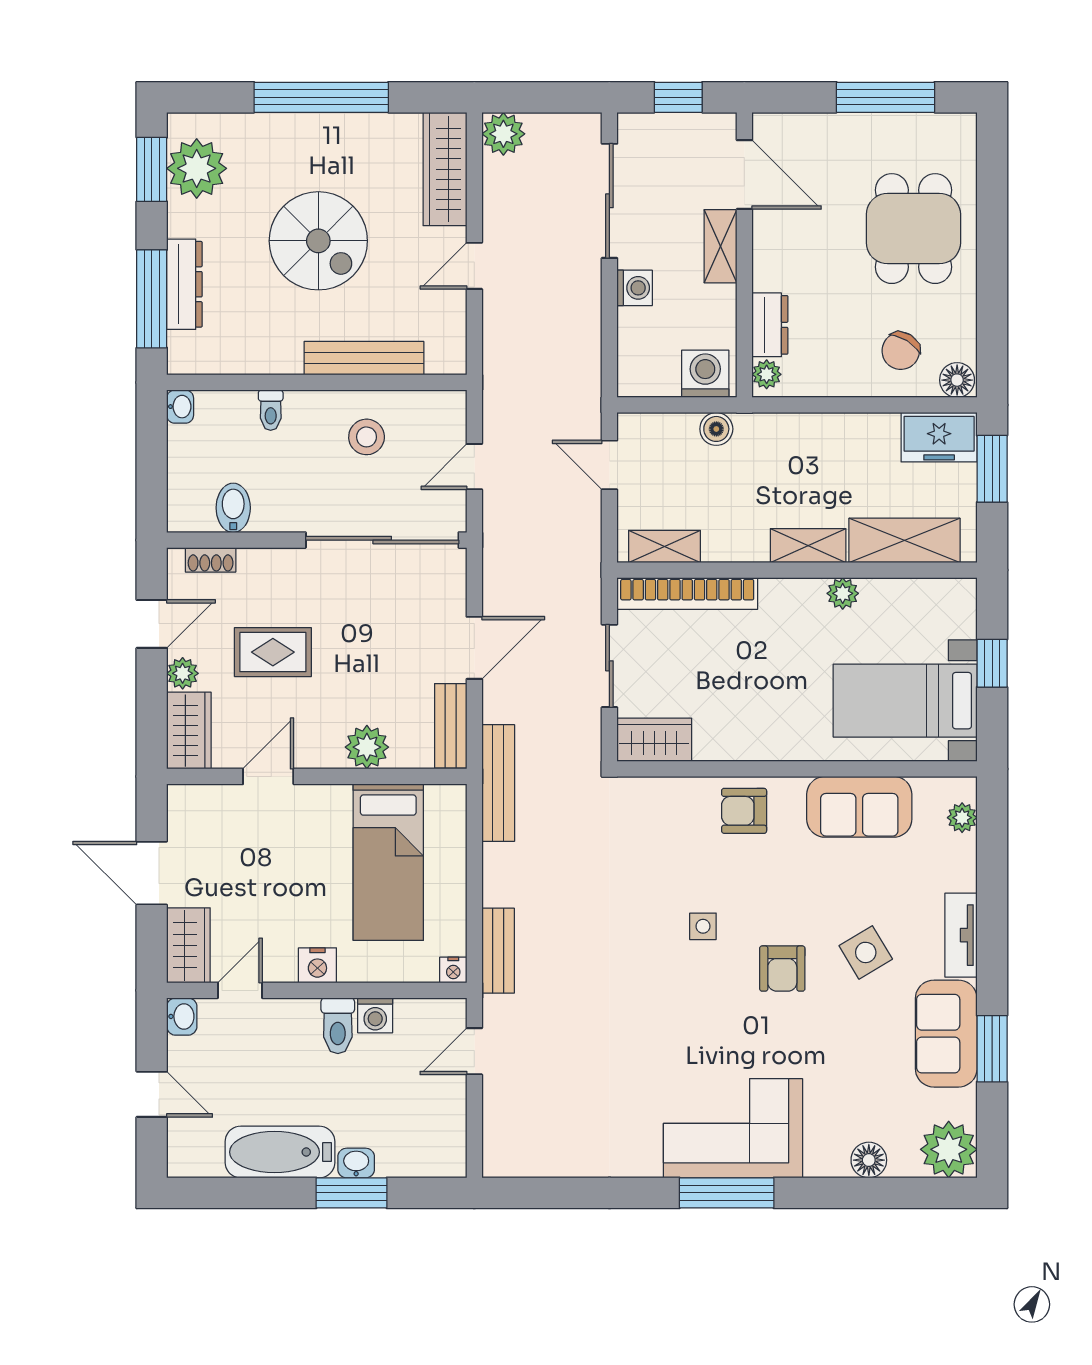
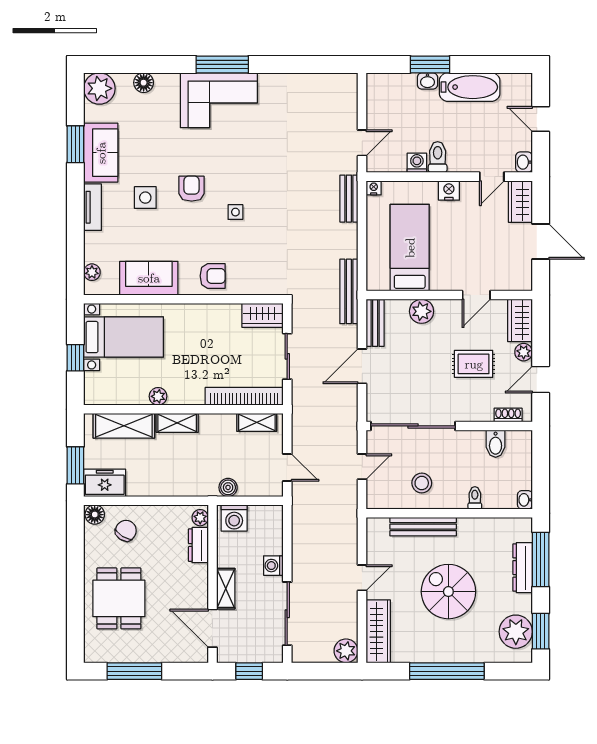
side table: (866, 952) -> (145, 198), turned 31

